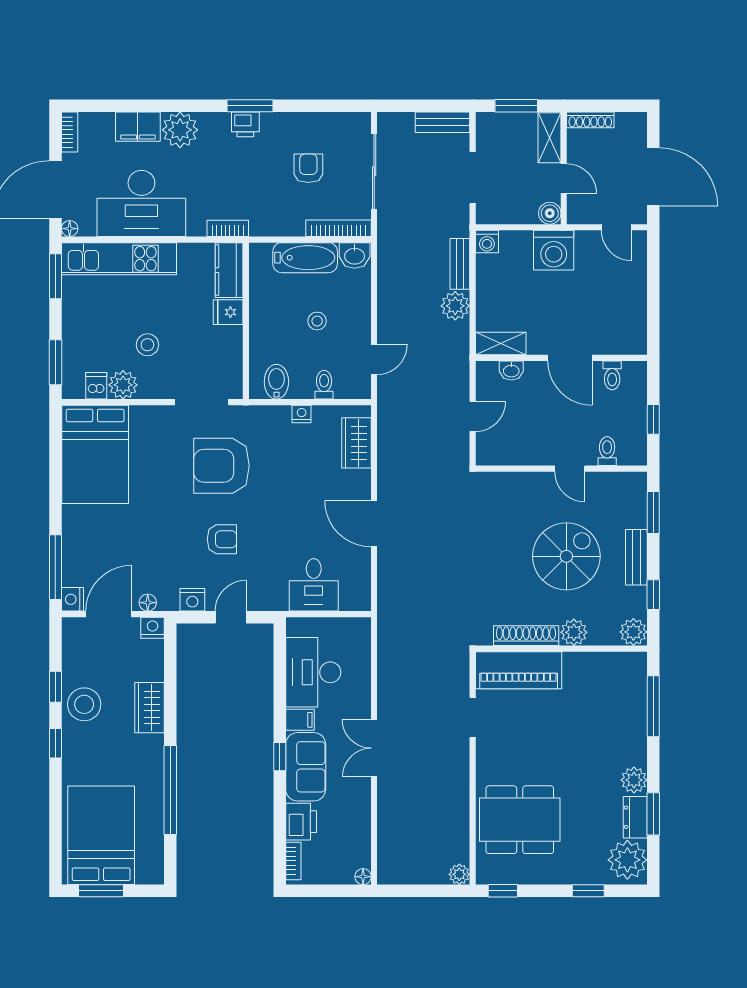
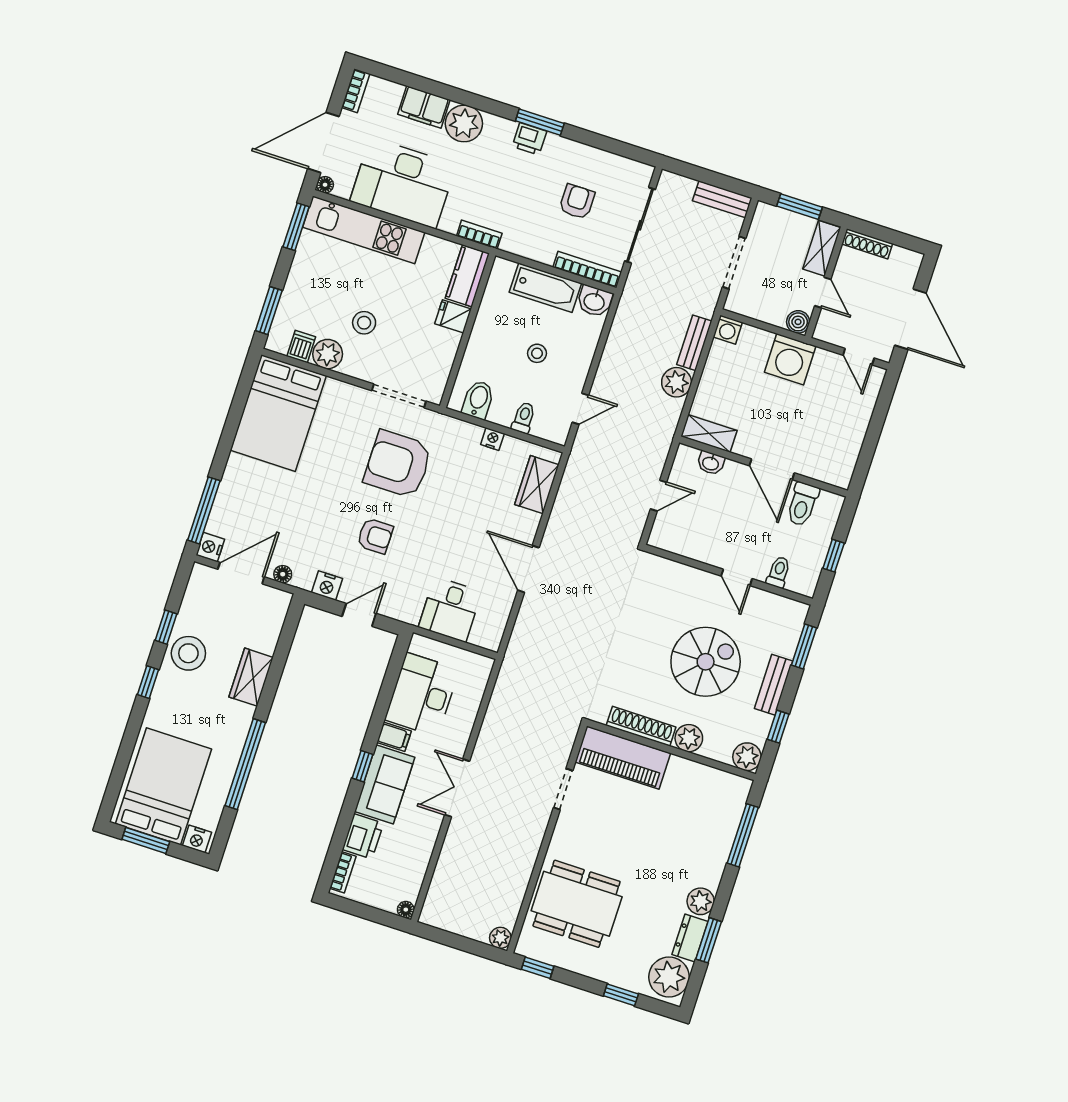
toilet: (612, 375) -> (802, 504), width x1.37, depth x1.39
nightstand: (153, 628) -> (197, 839), moved, turned 180

